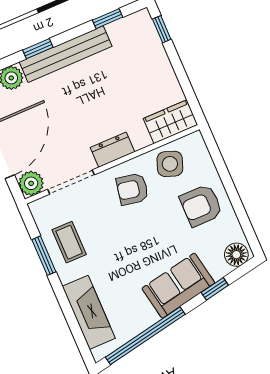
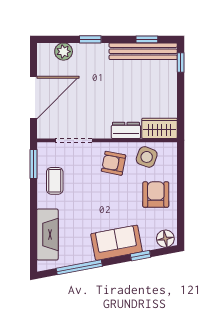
bench: (66, 54) -> (143, 51), moved
dresser: (112, 150) -> (126, 130), moved
plant: (31, 183) -> (46, 129), removed
armchair: (201, 205) -> (156, 195), turned 90
window: (44, 256) -> (33, 164), moved
window: (145, 336) -> (79, 267), width x0.68

